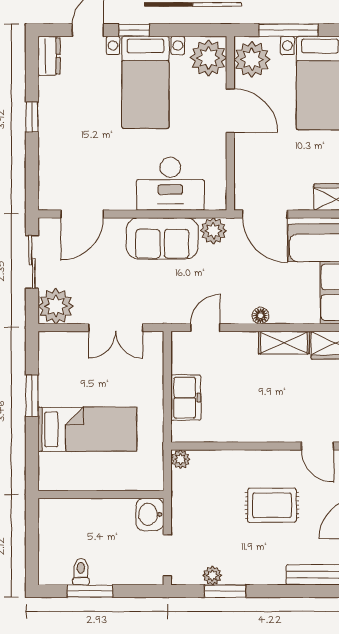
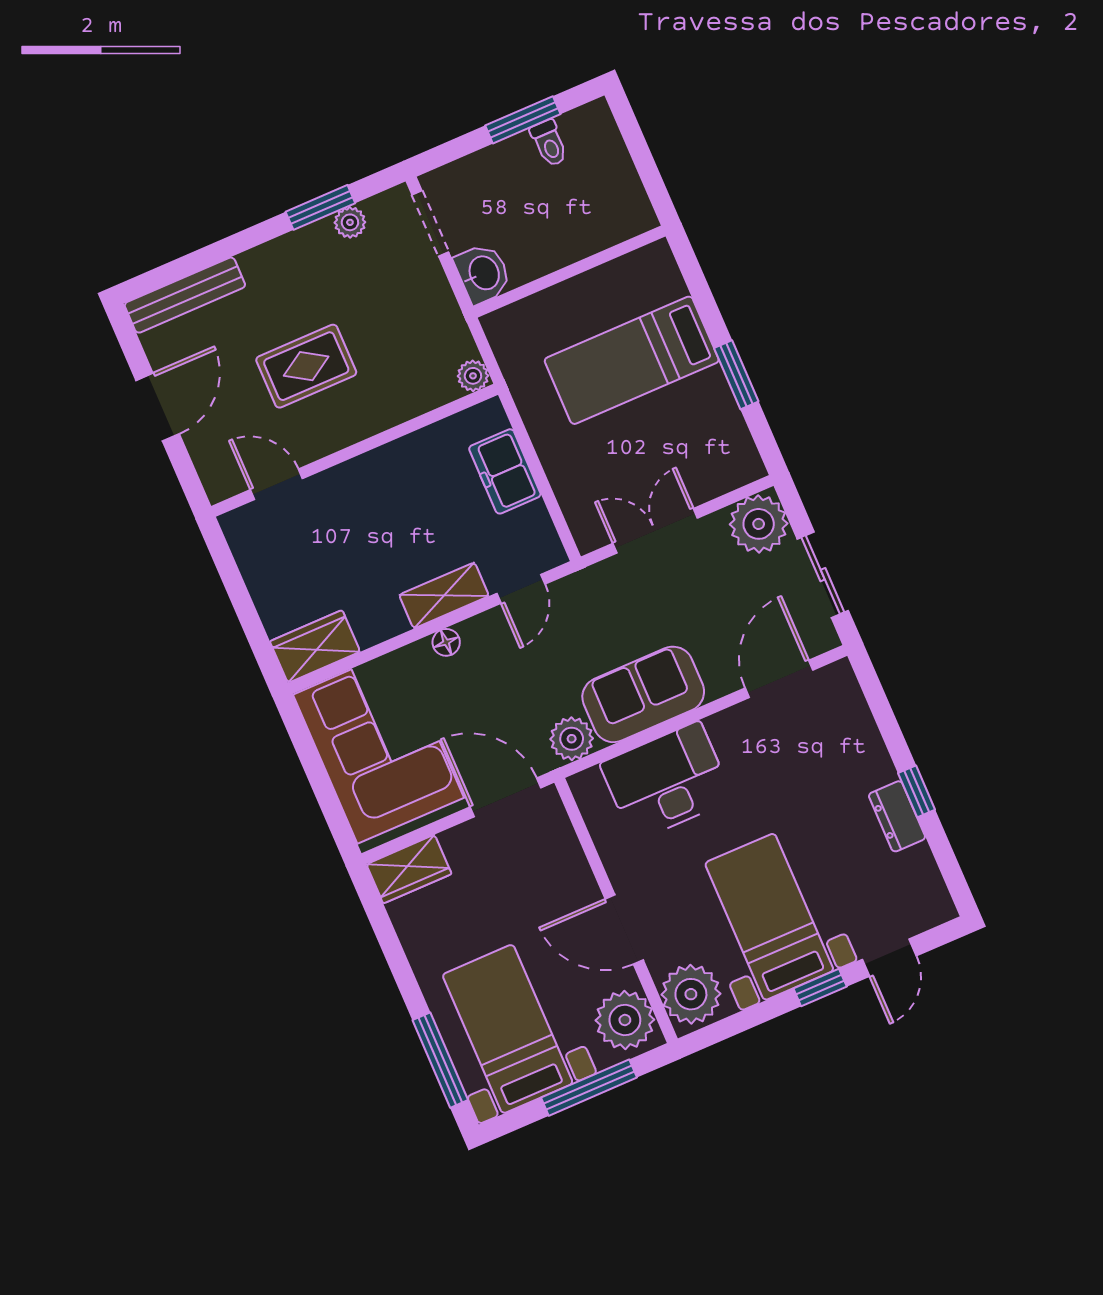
dresser: (49, 56) -> (897, 816), moved
shelving: (284, 343) -> (444, 595), moved

